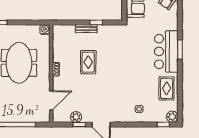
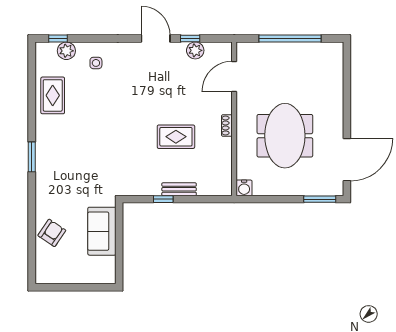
bar counter: (166, 51) -> (53, 154), removed
rug: (88, 62) -> (176, 137), turned 90
plant: (172, 117) -> (66, 51), moved

